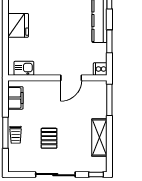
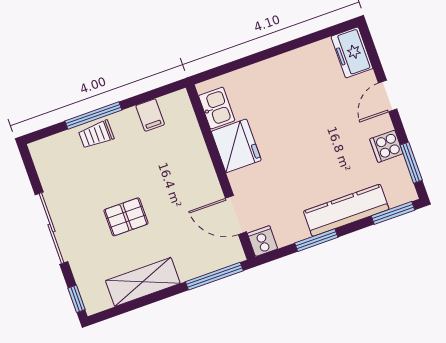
fridge: (18, 25) -> (236, 146), moved, turned -90
door: (71, 78) -> (236, 215), moved
filing cabinet: (15, 98) -> (150, 115), width x0.50
pallet: (49, 138) -> (126, 217), moved

